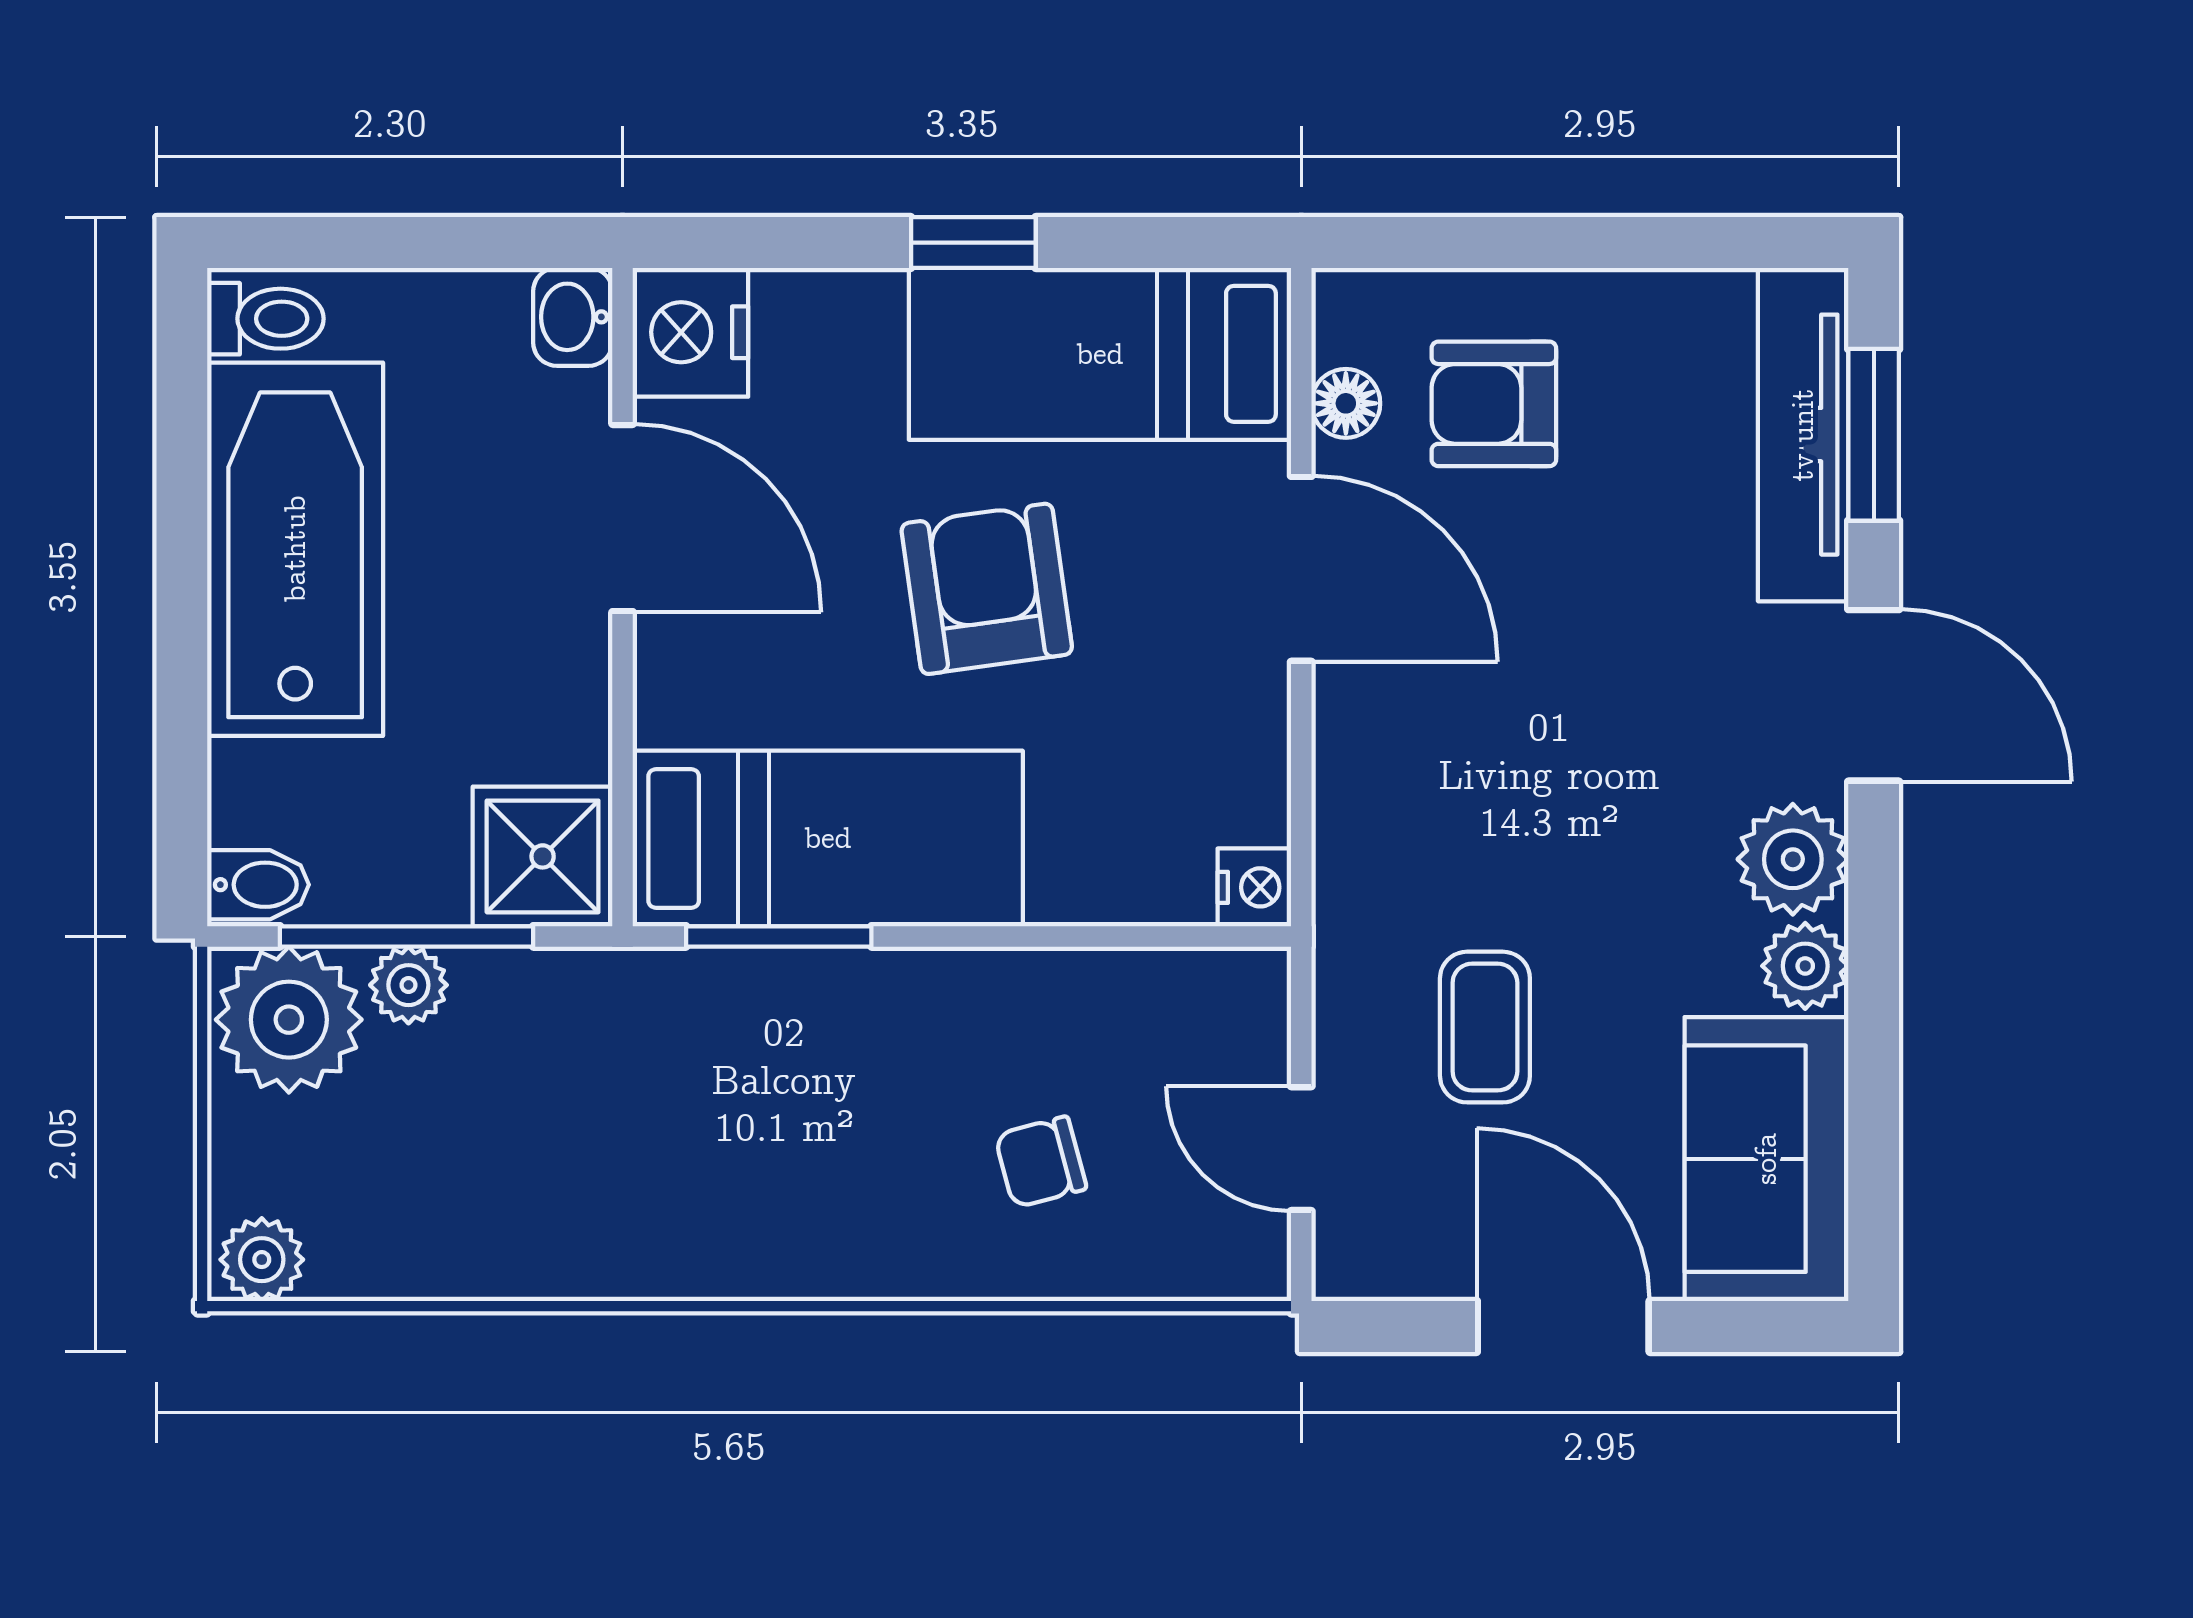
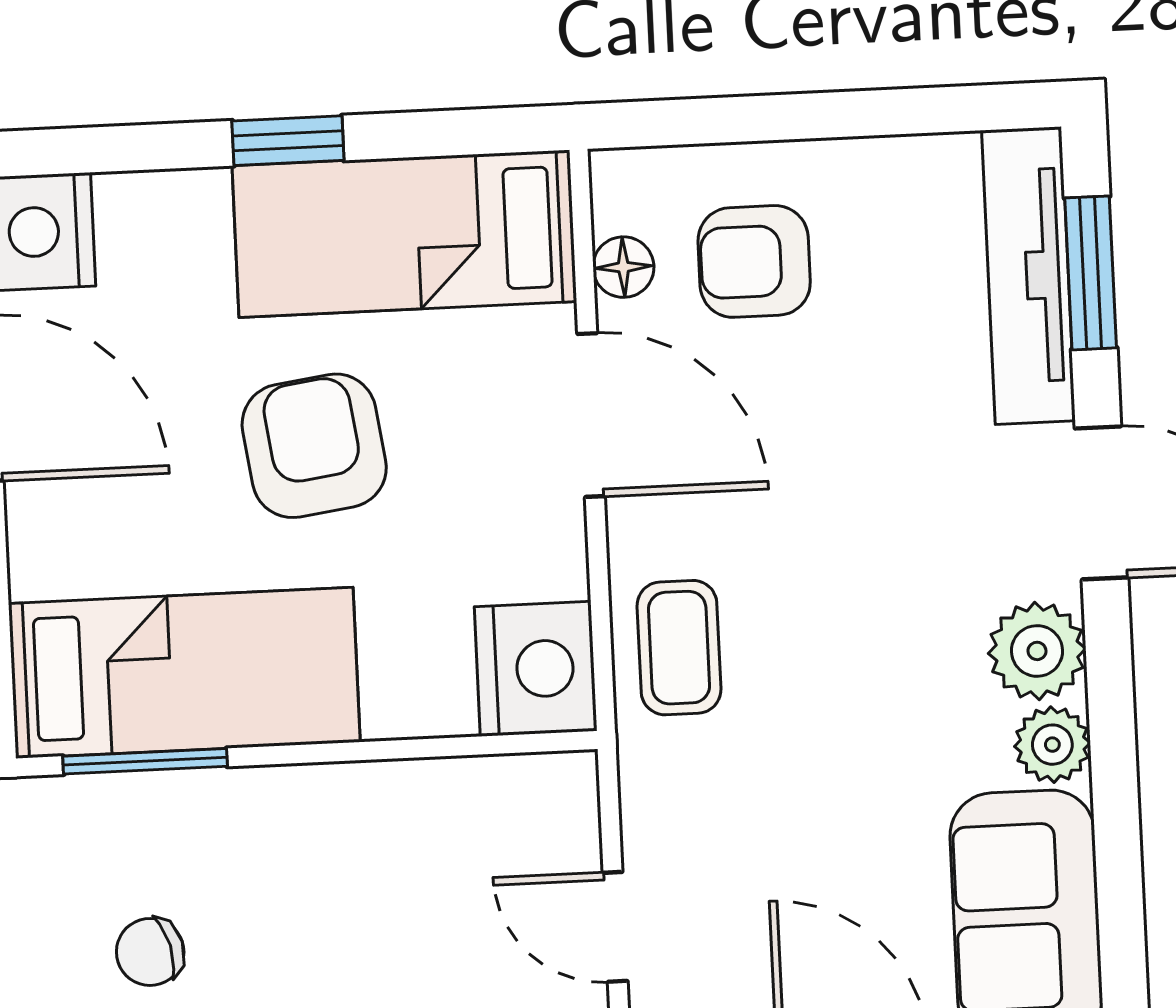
nightstand: (1254, 887) -> (536, 669), width x1.89, depth x1.79
coffee table: (1485, 1027) -> (679, 648), moved
chair: (1041, 1162) -> (150, 952), moved

